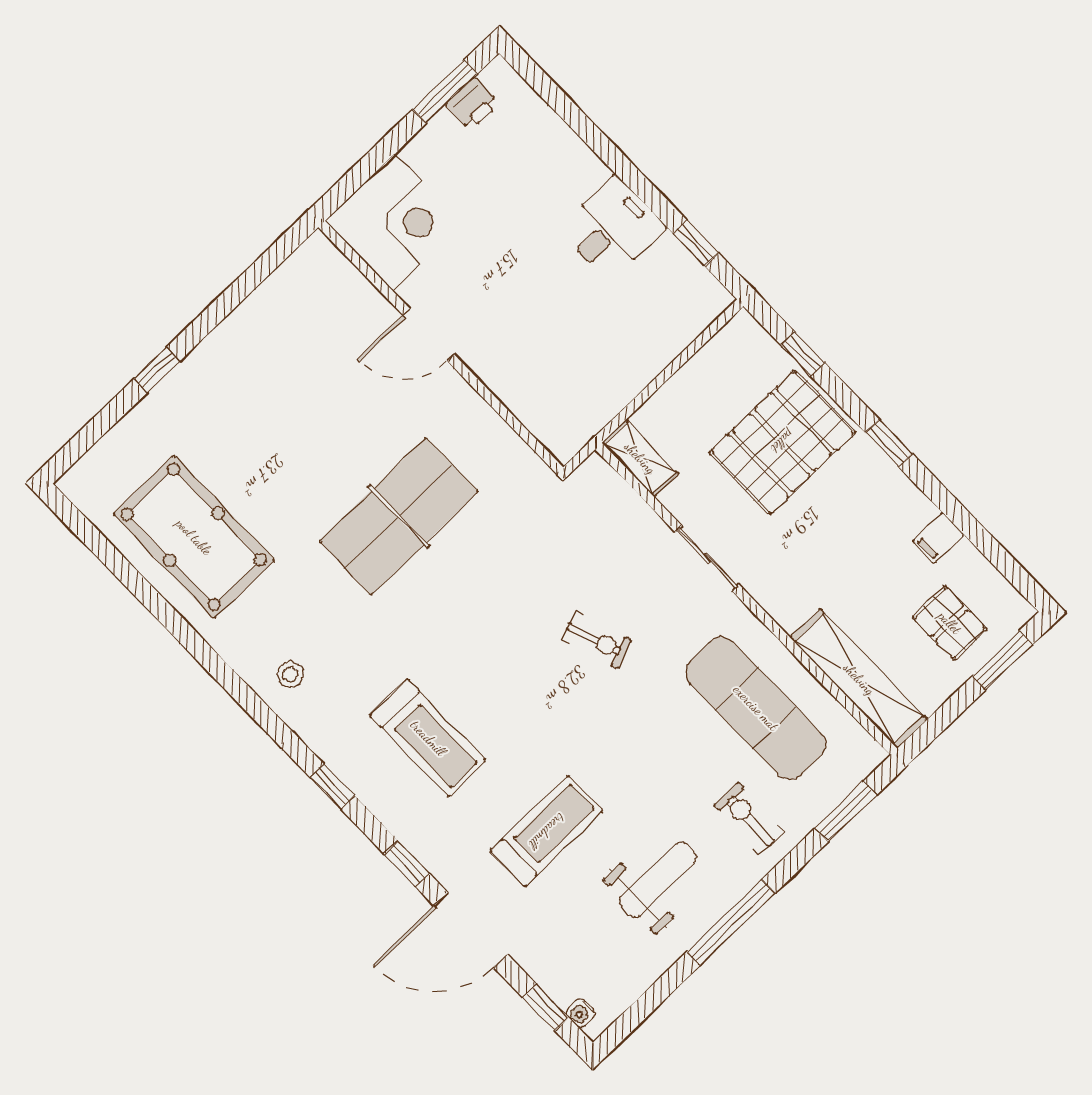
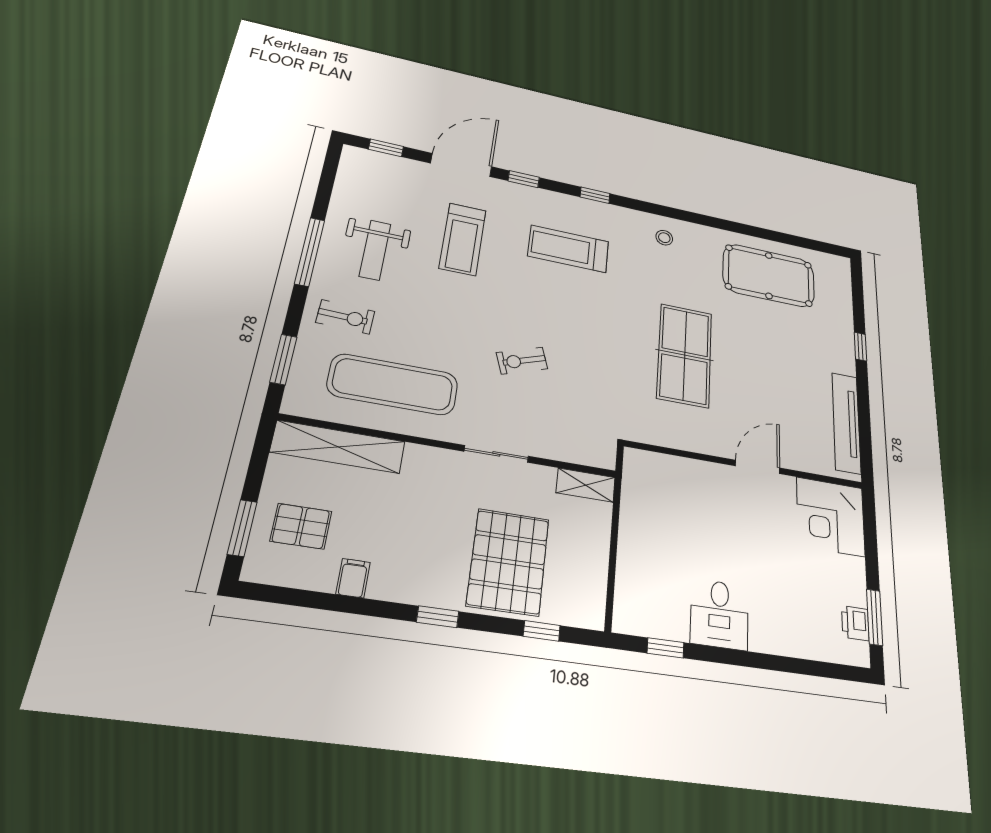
tv unit: (270, 301) -> (846, 423), added
water cooler: (581, 1013) -> (363, 155), removed

